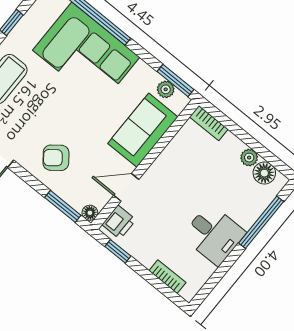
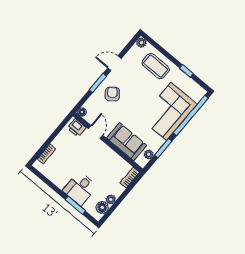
window: (175, 81) -> (163, 148), moved
window: (63, 206) -> (98, 83), moved
window: (261, 222) -> (75, 205), width x0.69
desk: (214, 235) -> (80, 189), moved
window: (118, 251) -> (61, 127), removed

